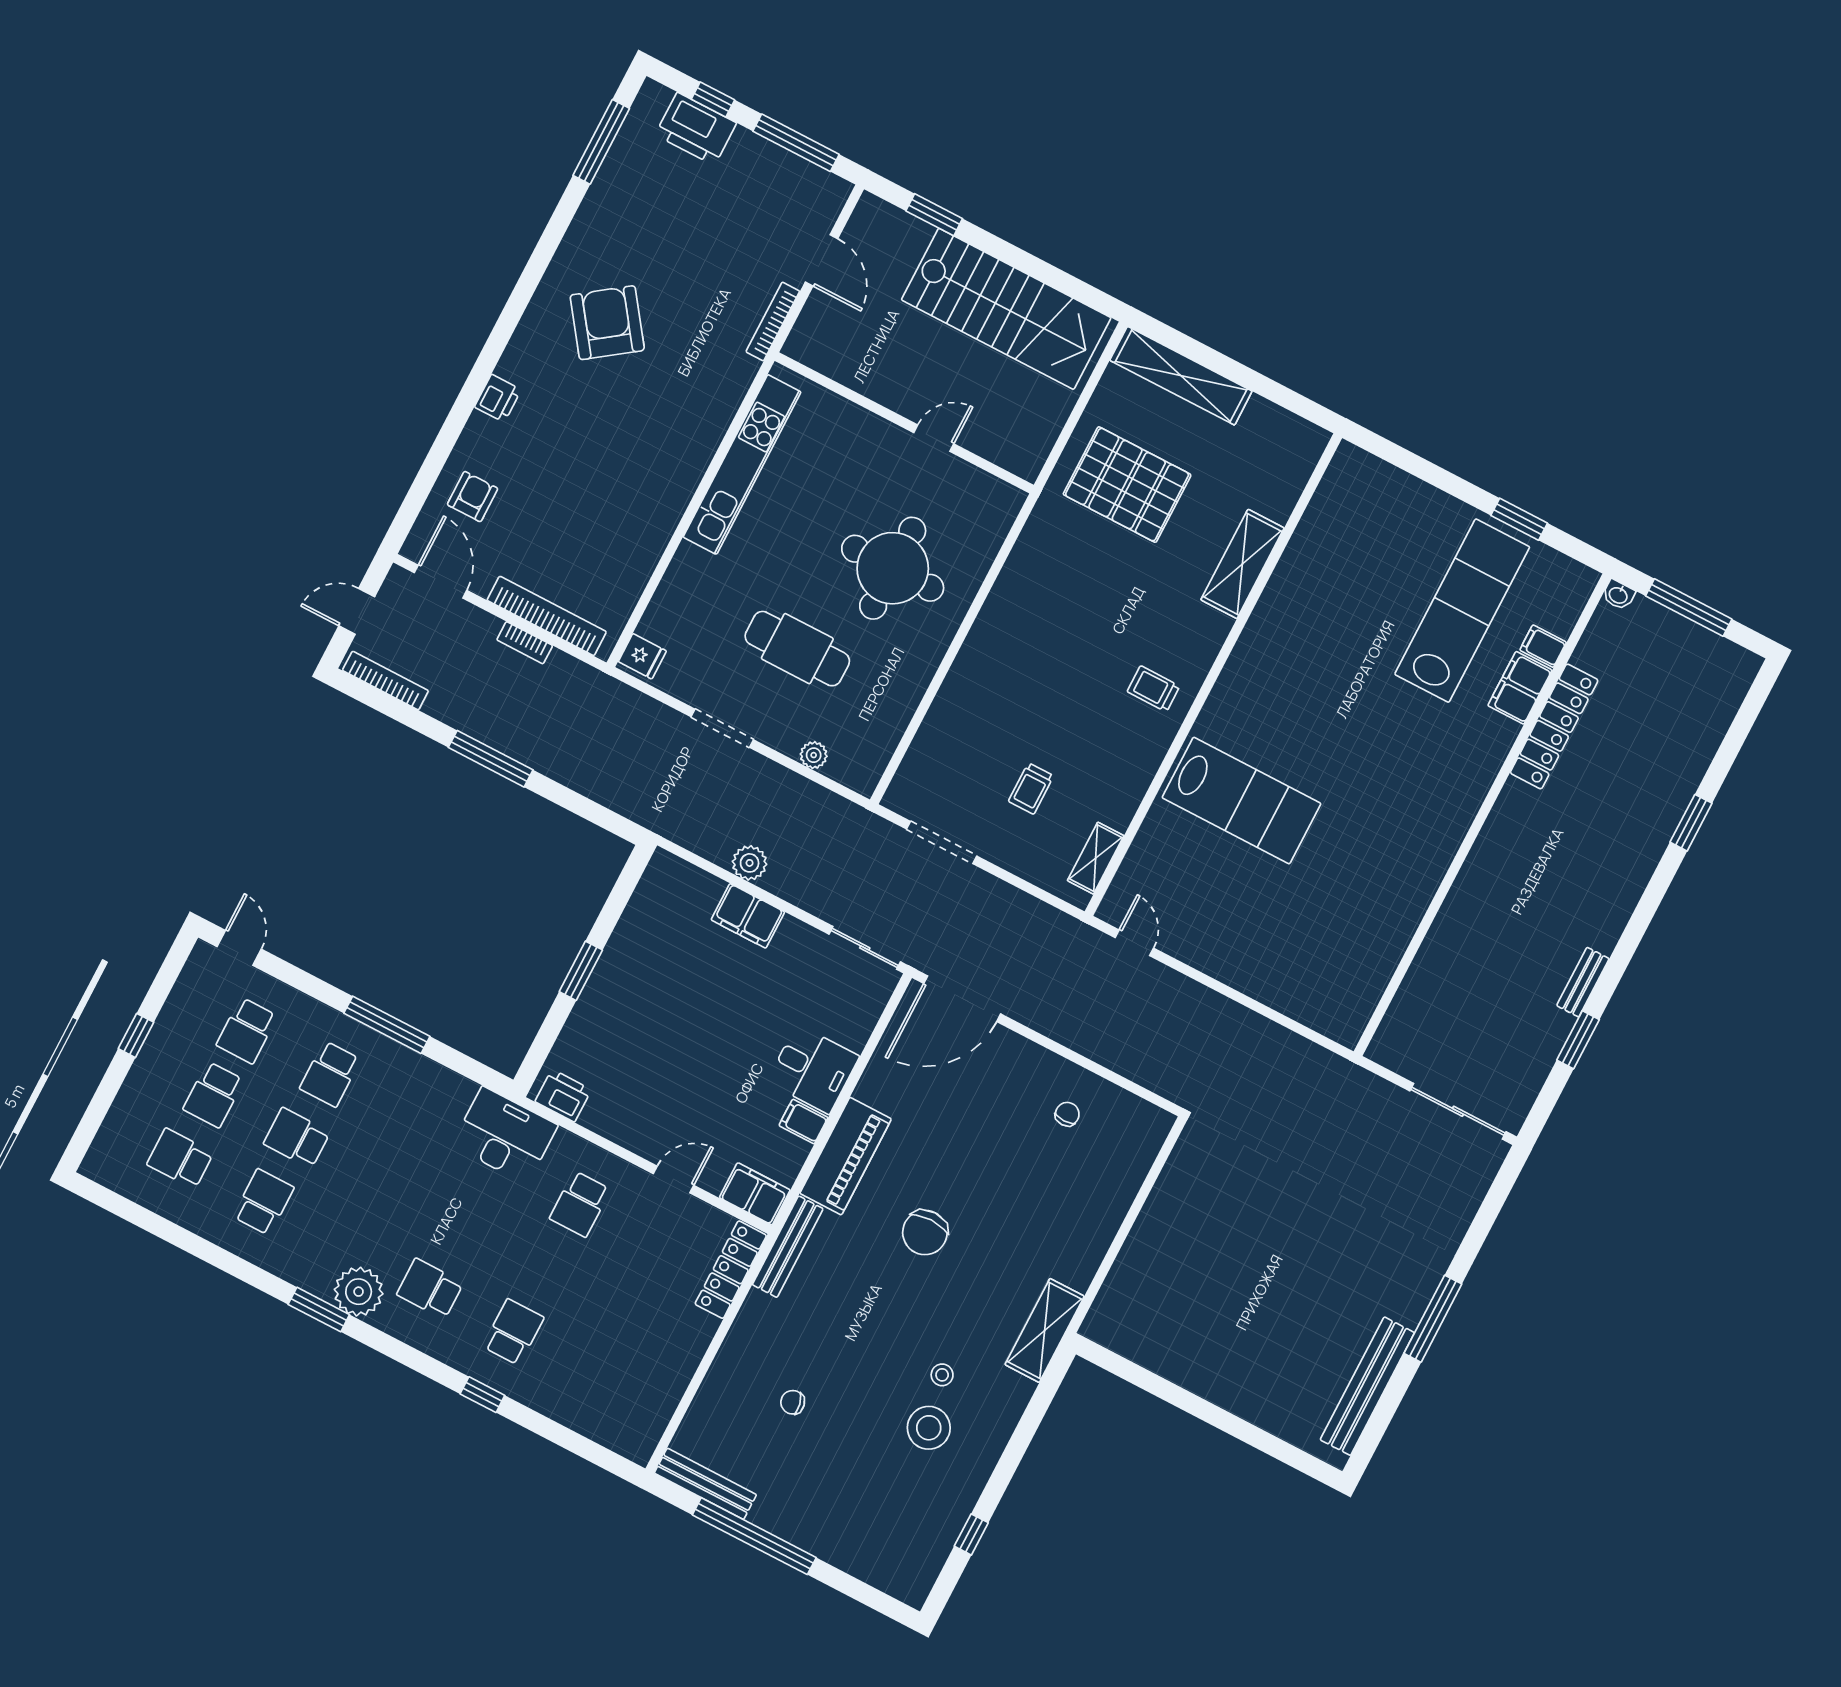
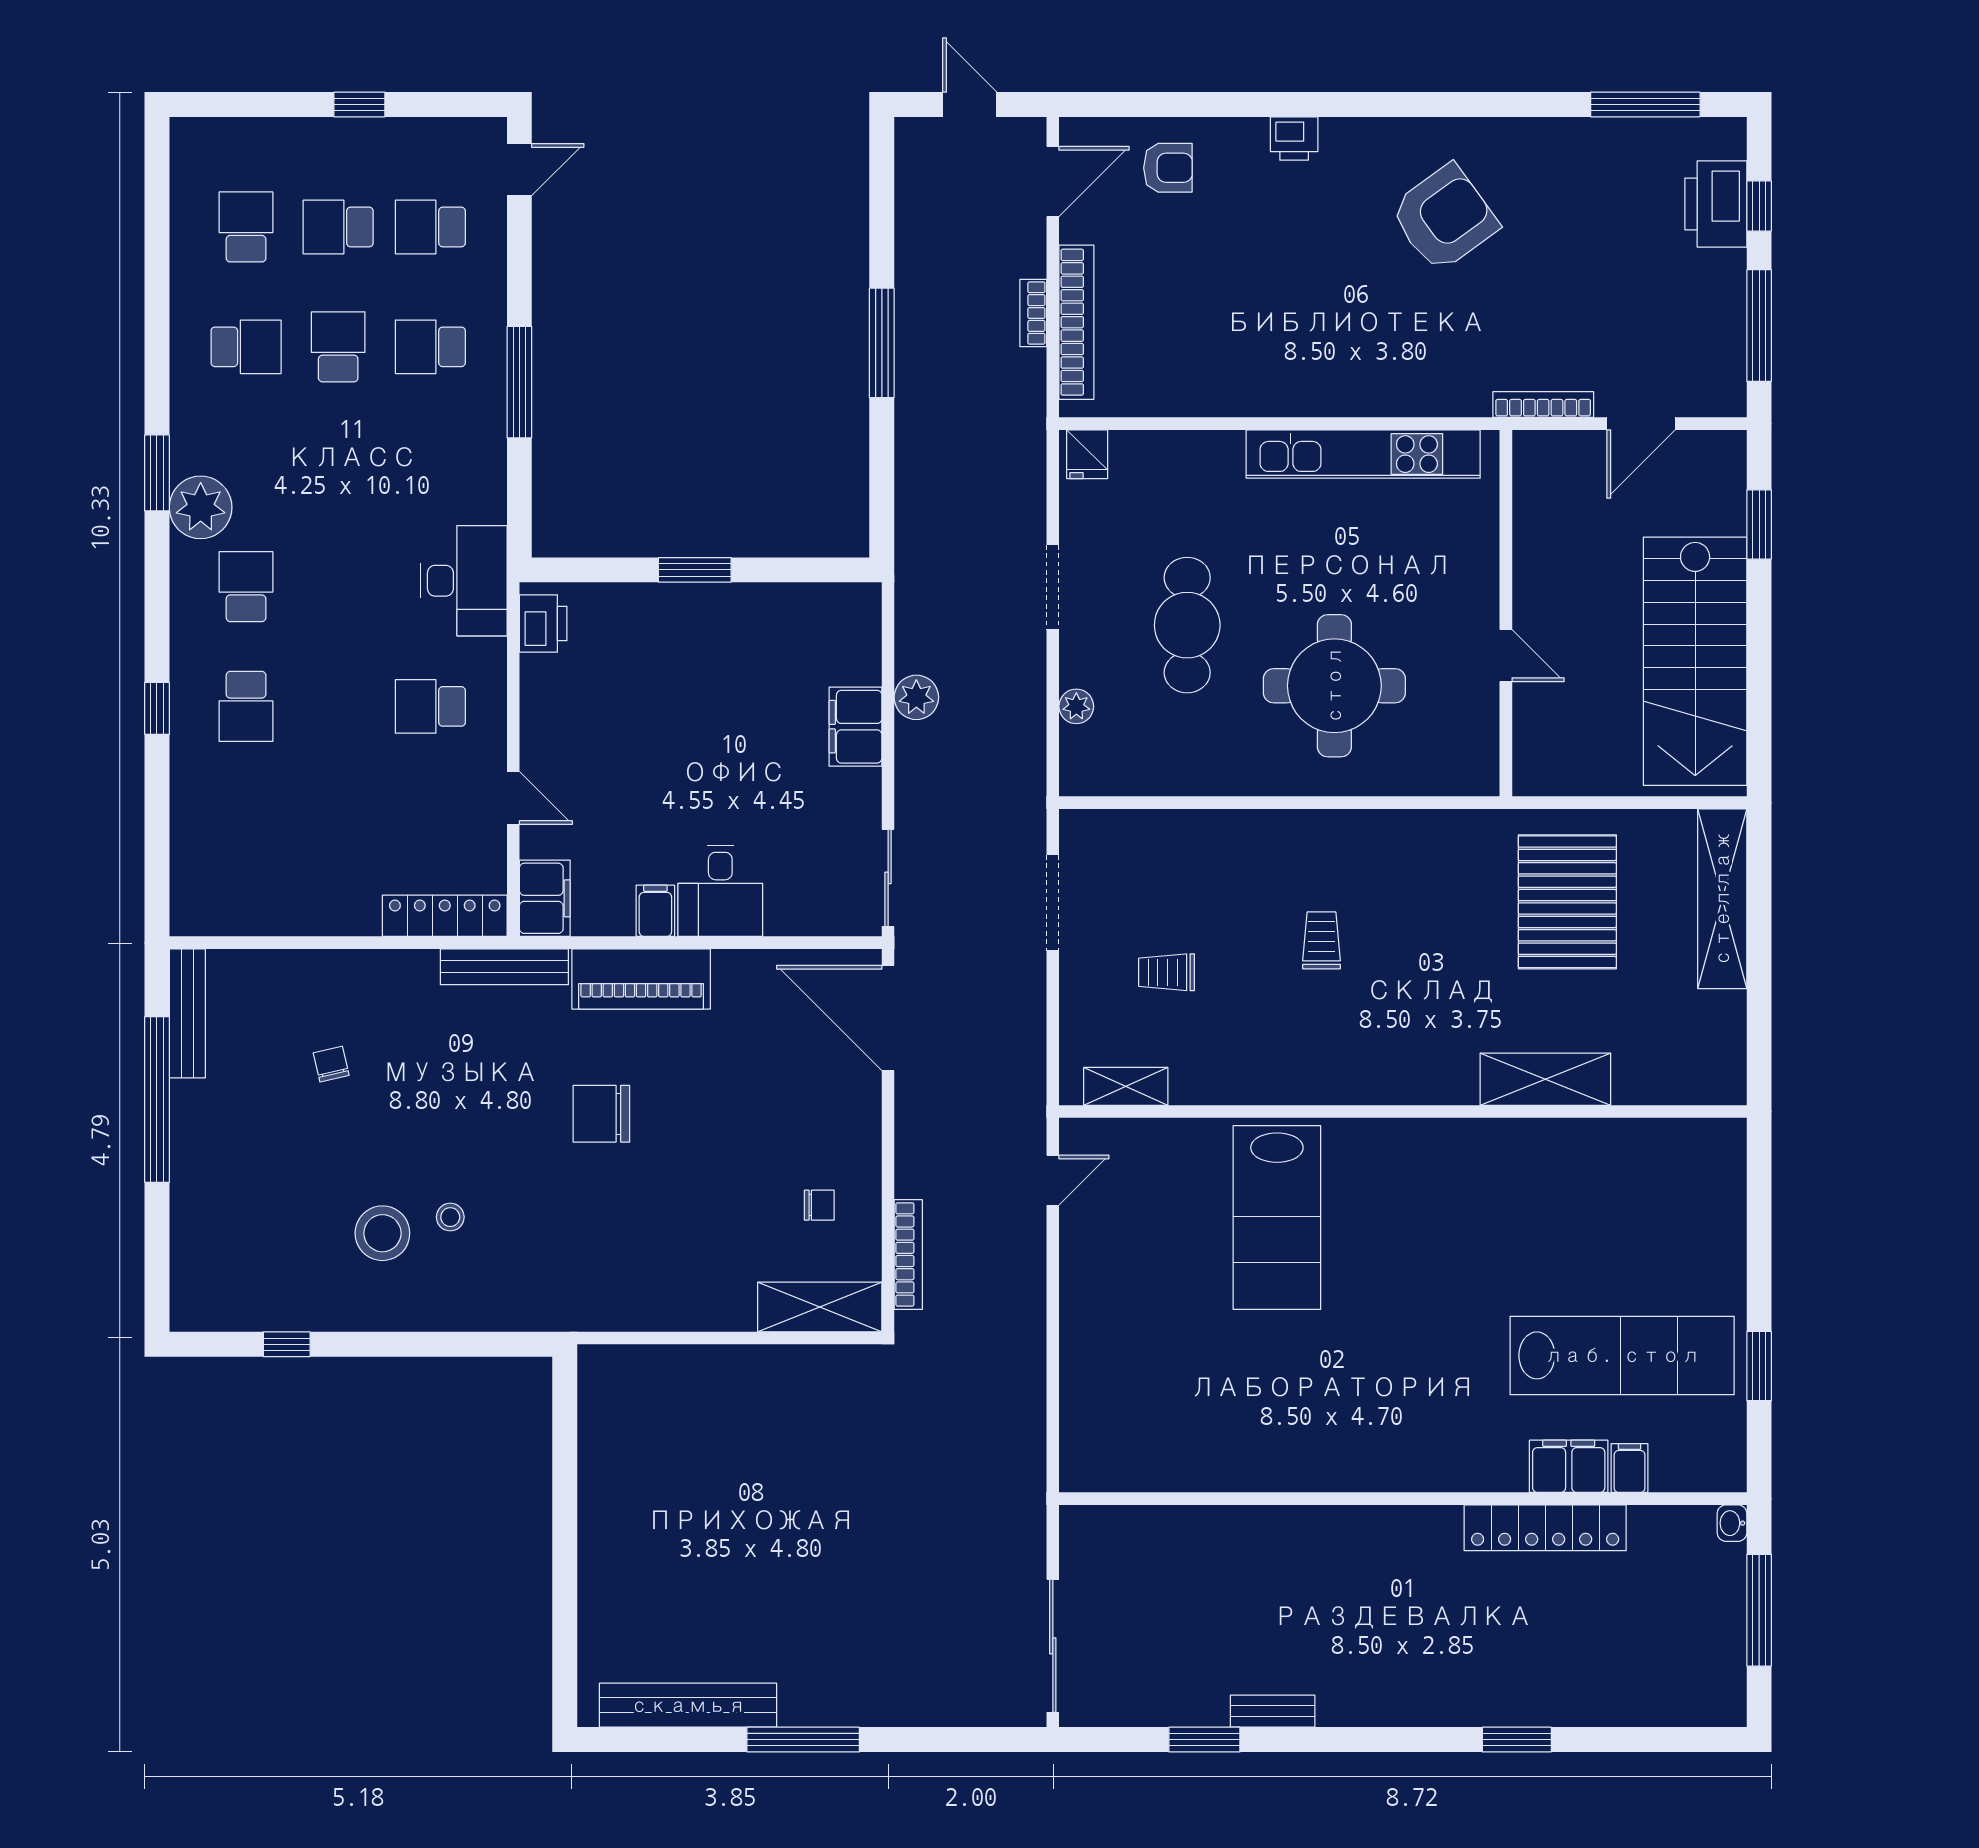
bookcase: (385, 681) -> (908, 1254), moved
trolley: (1153, 689) -> (1321, 940), moved
shelving: (1045, 1330) -> (820, 1307), moved
school desk: (513, 1332) -> (246, 706), turned 90

